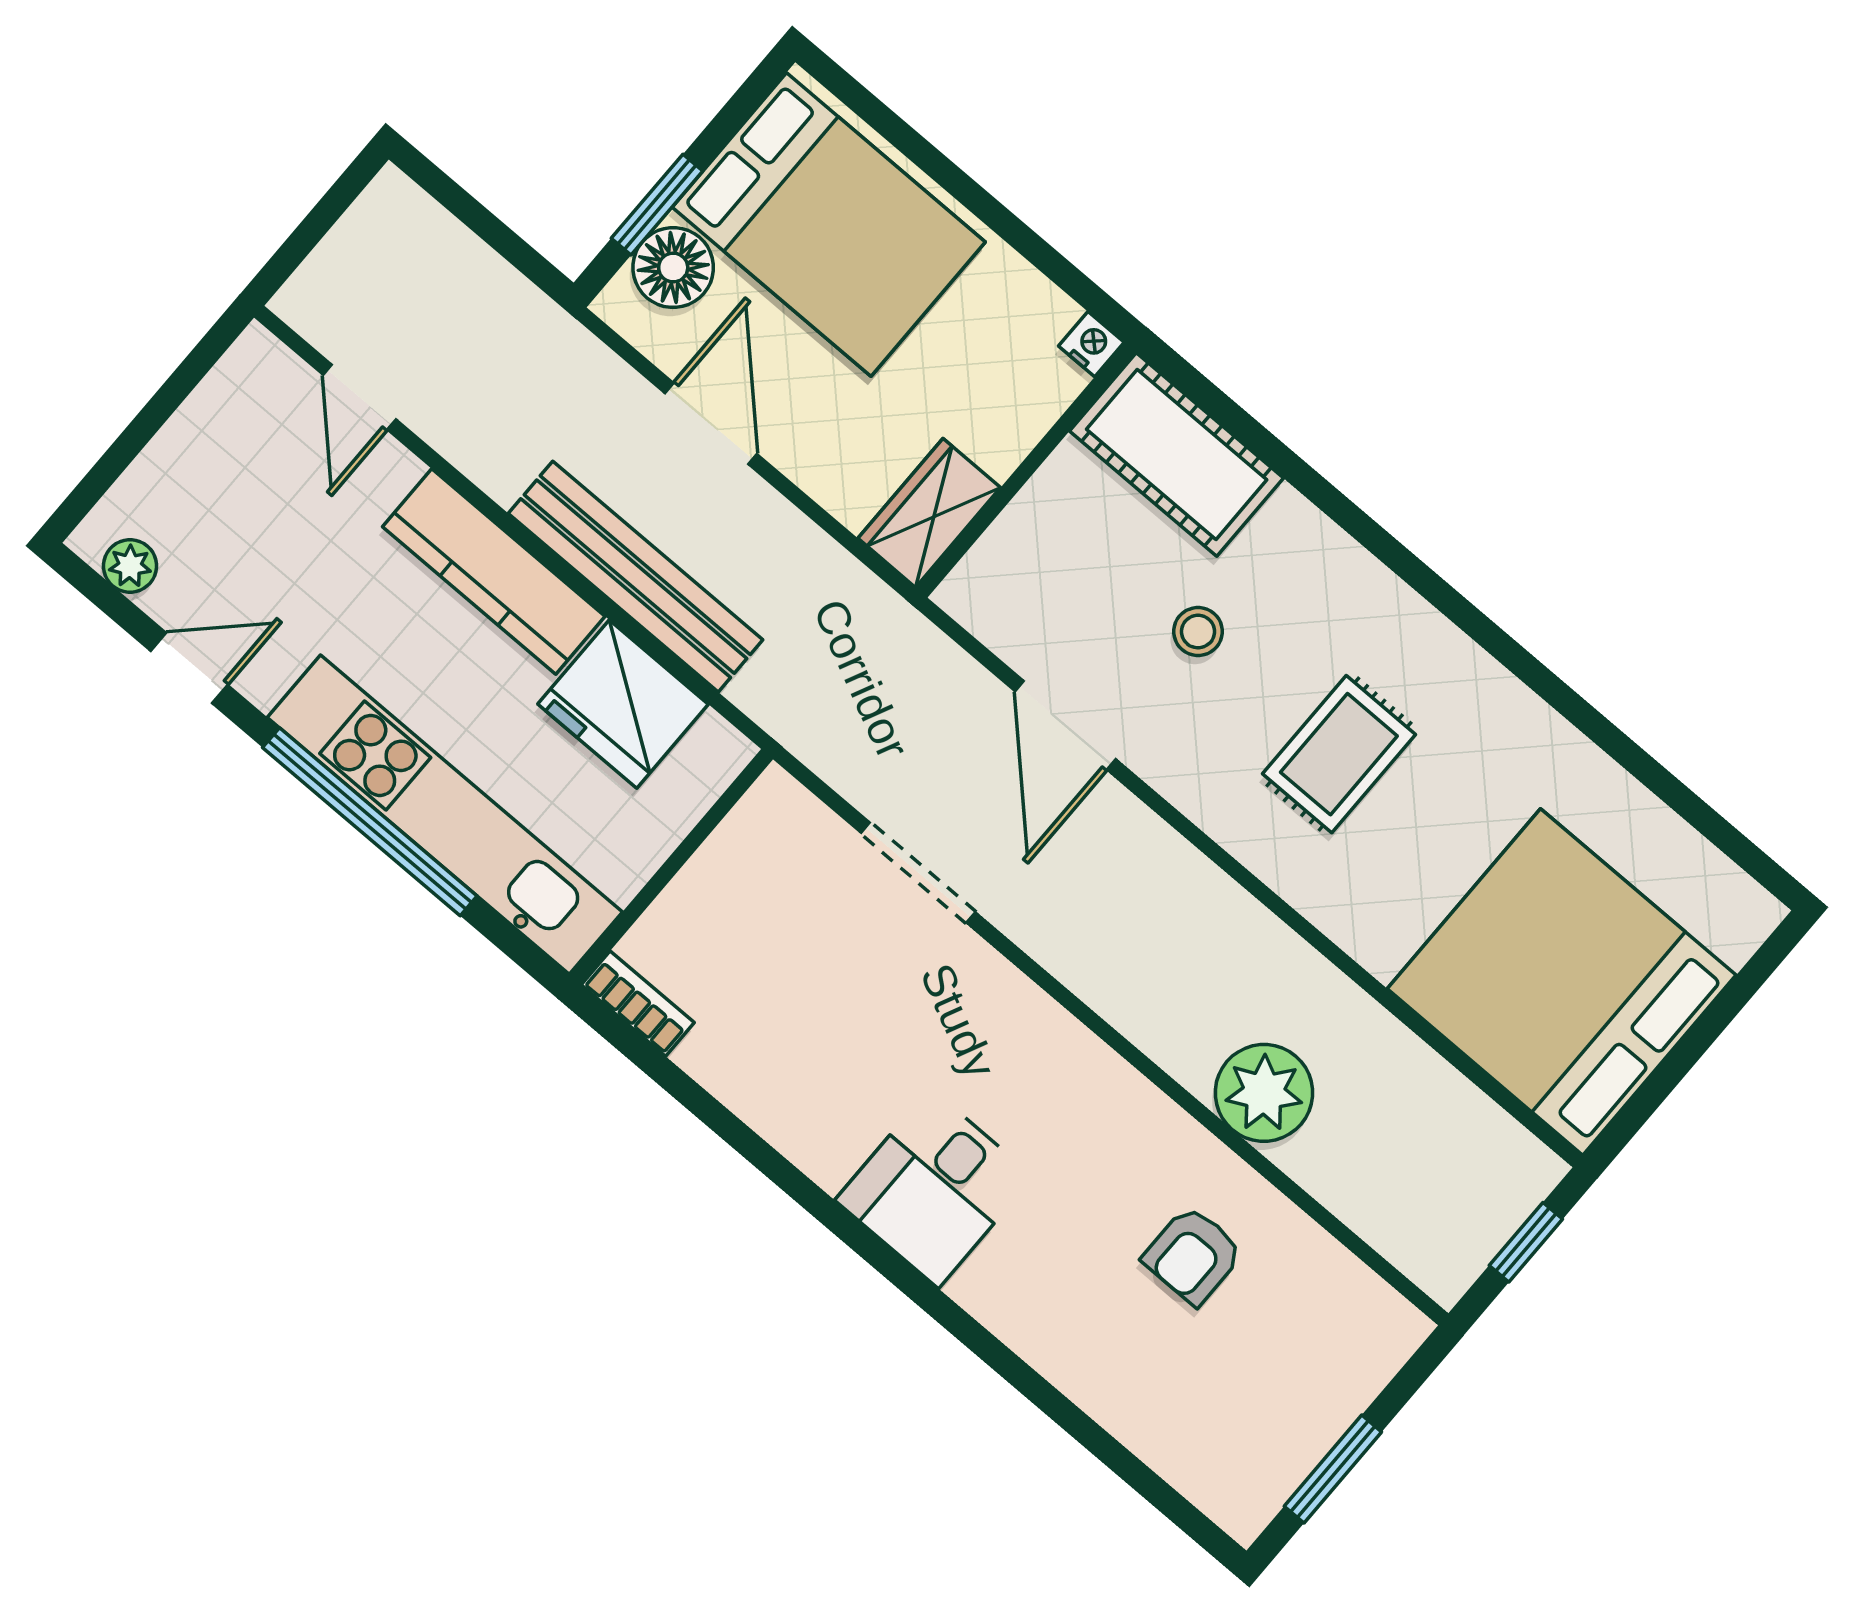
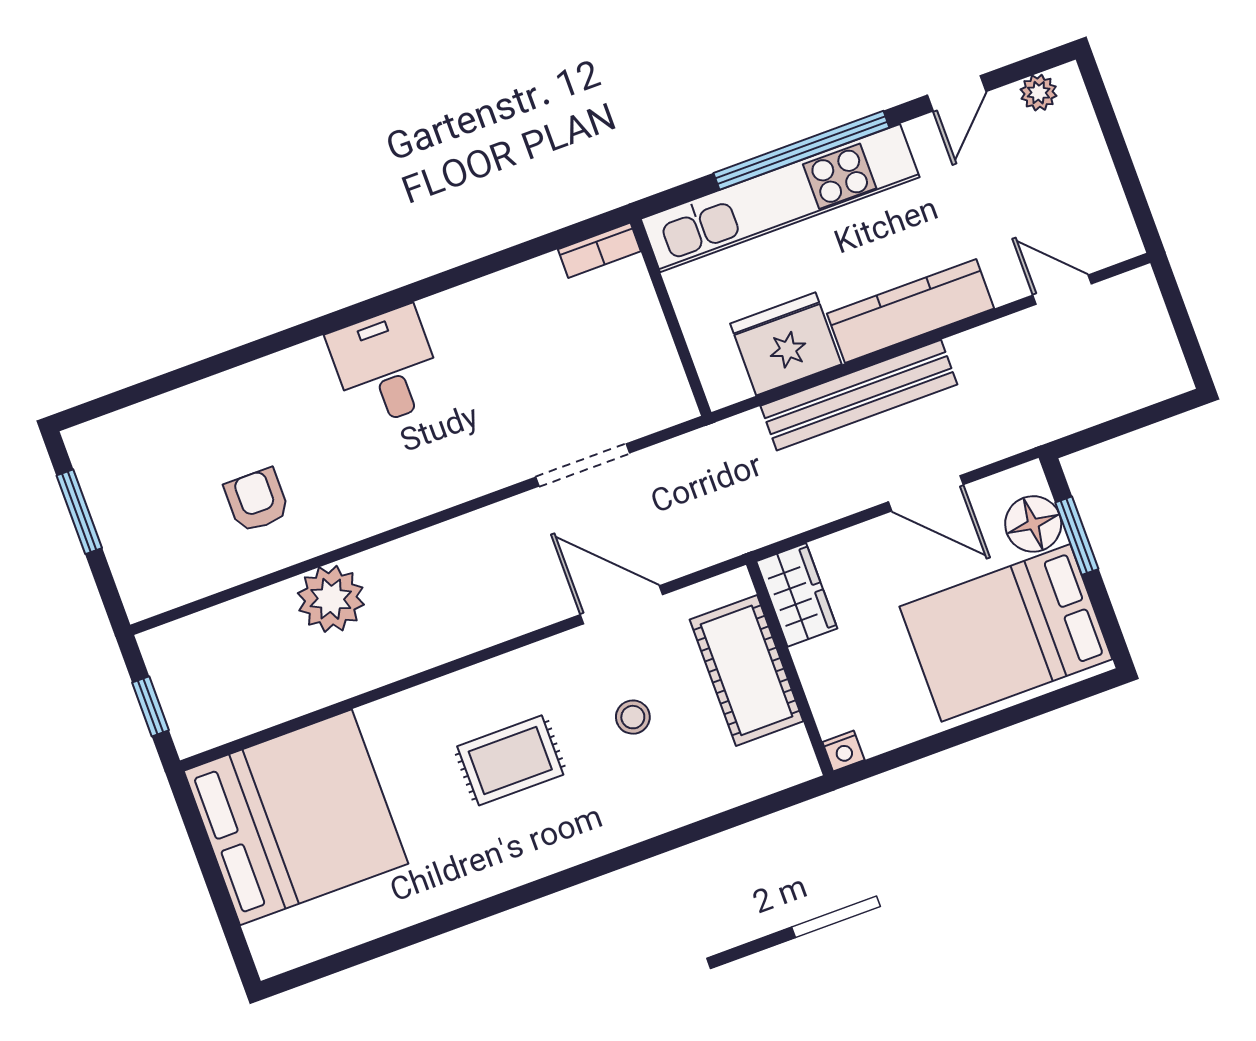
cot: (1177, 454) -> (747, 670), moved, turned 90
rug: (1339, 754) -> (510, 760), turned 90

